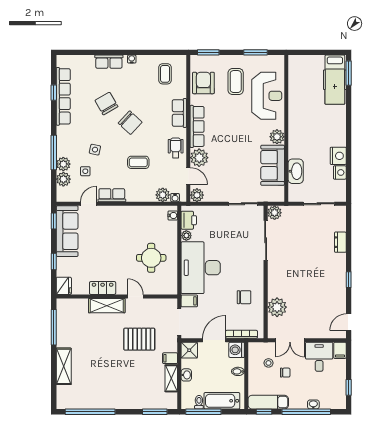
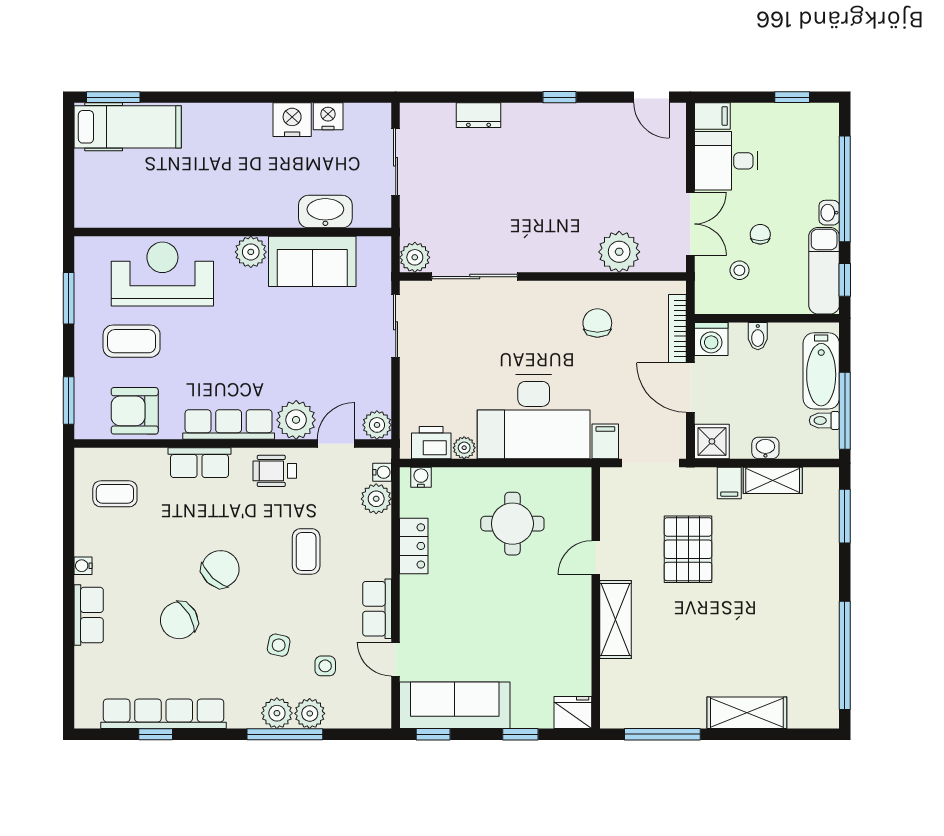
plant: (63, 179) -> (277, 713), moved
locker: (103, 288) -> (414, 546), moved, turned 180
washbasin: (313, 404) -> (829, 213), moved

